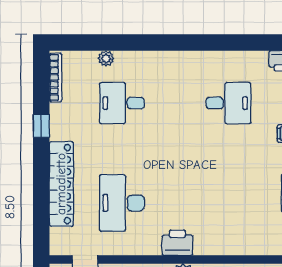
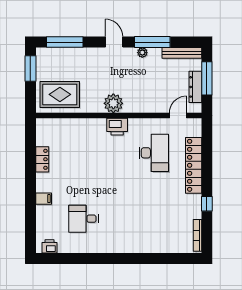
plant: (106, 58) -> (164, 248), removed
desk: (122, 103) -> (154, 219), removed

